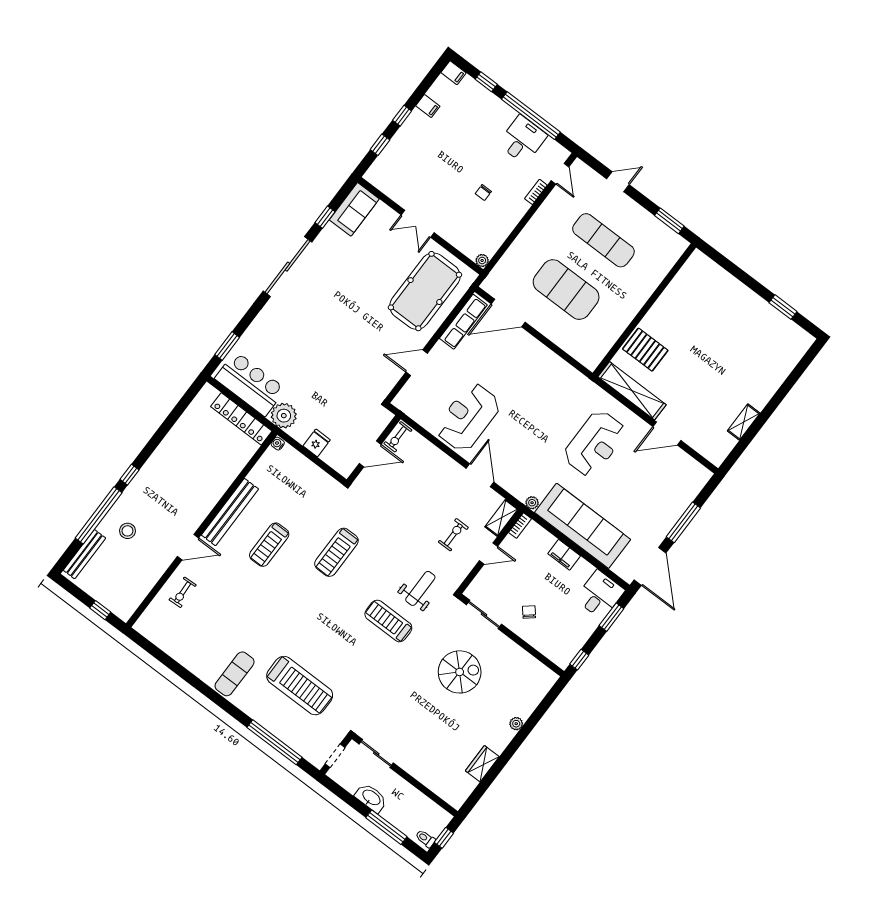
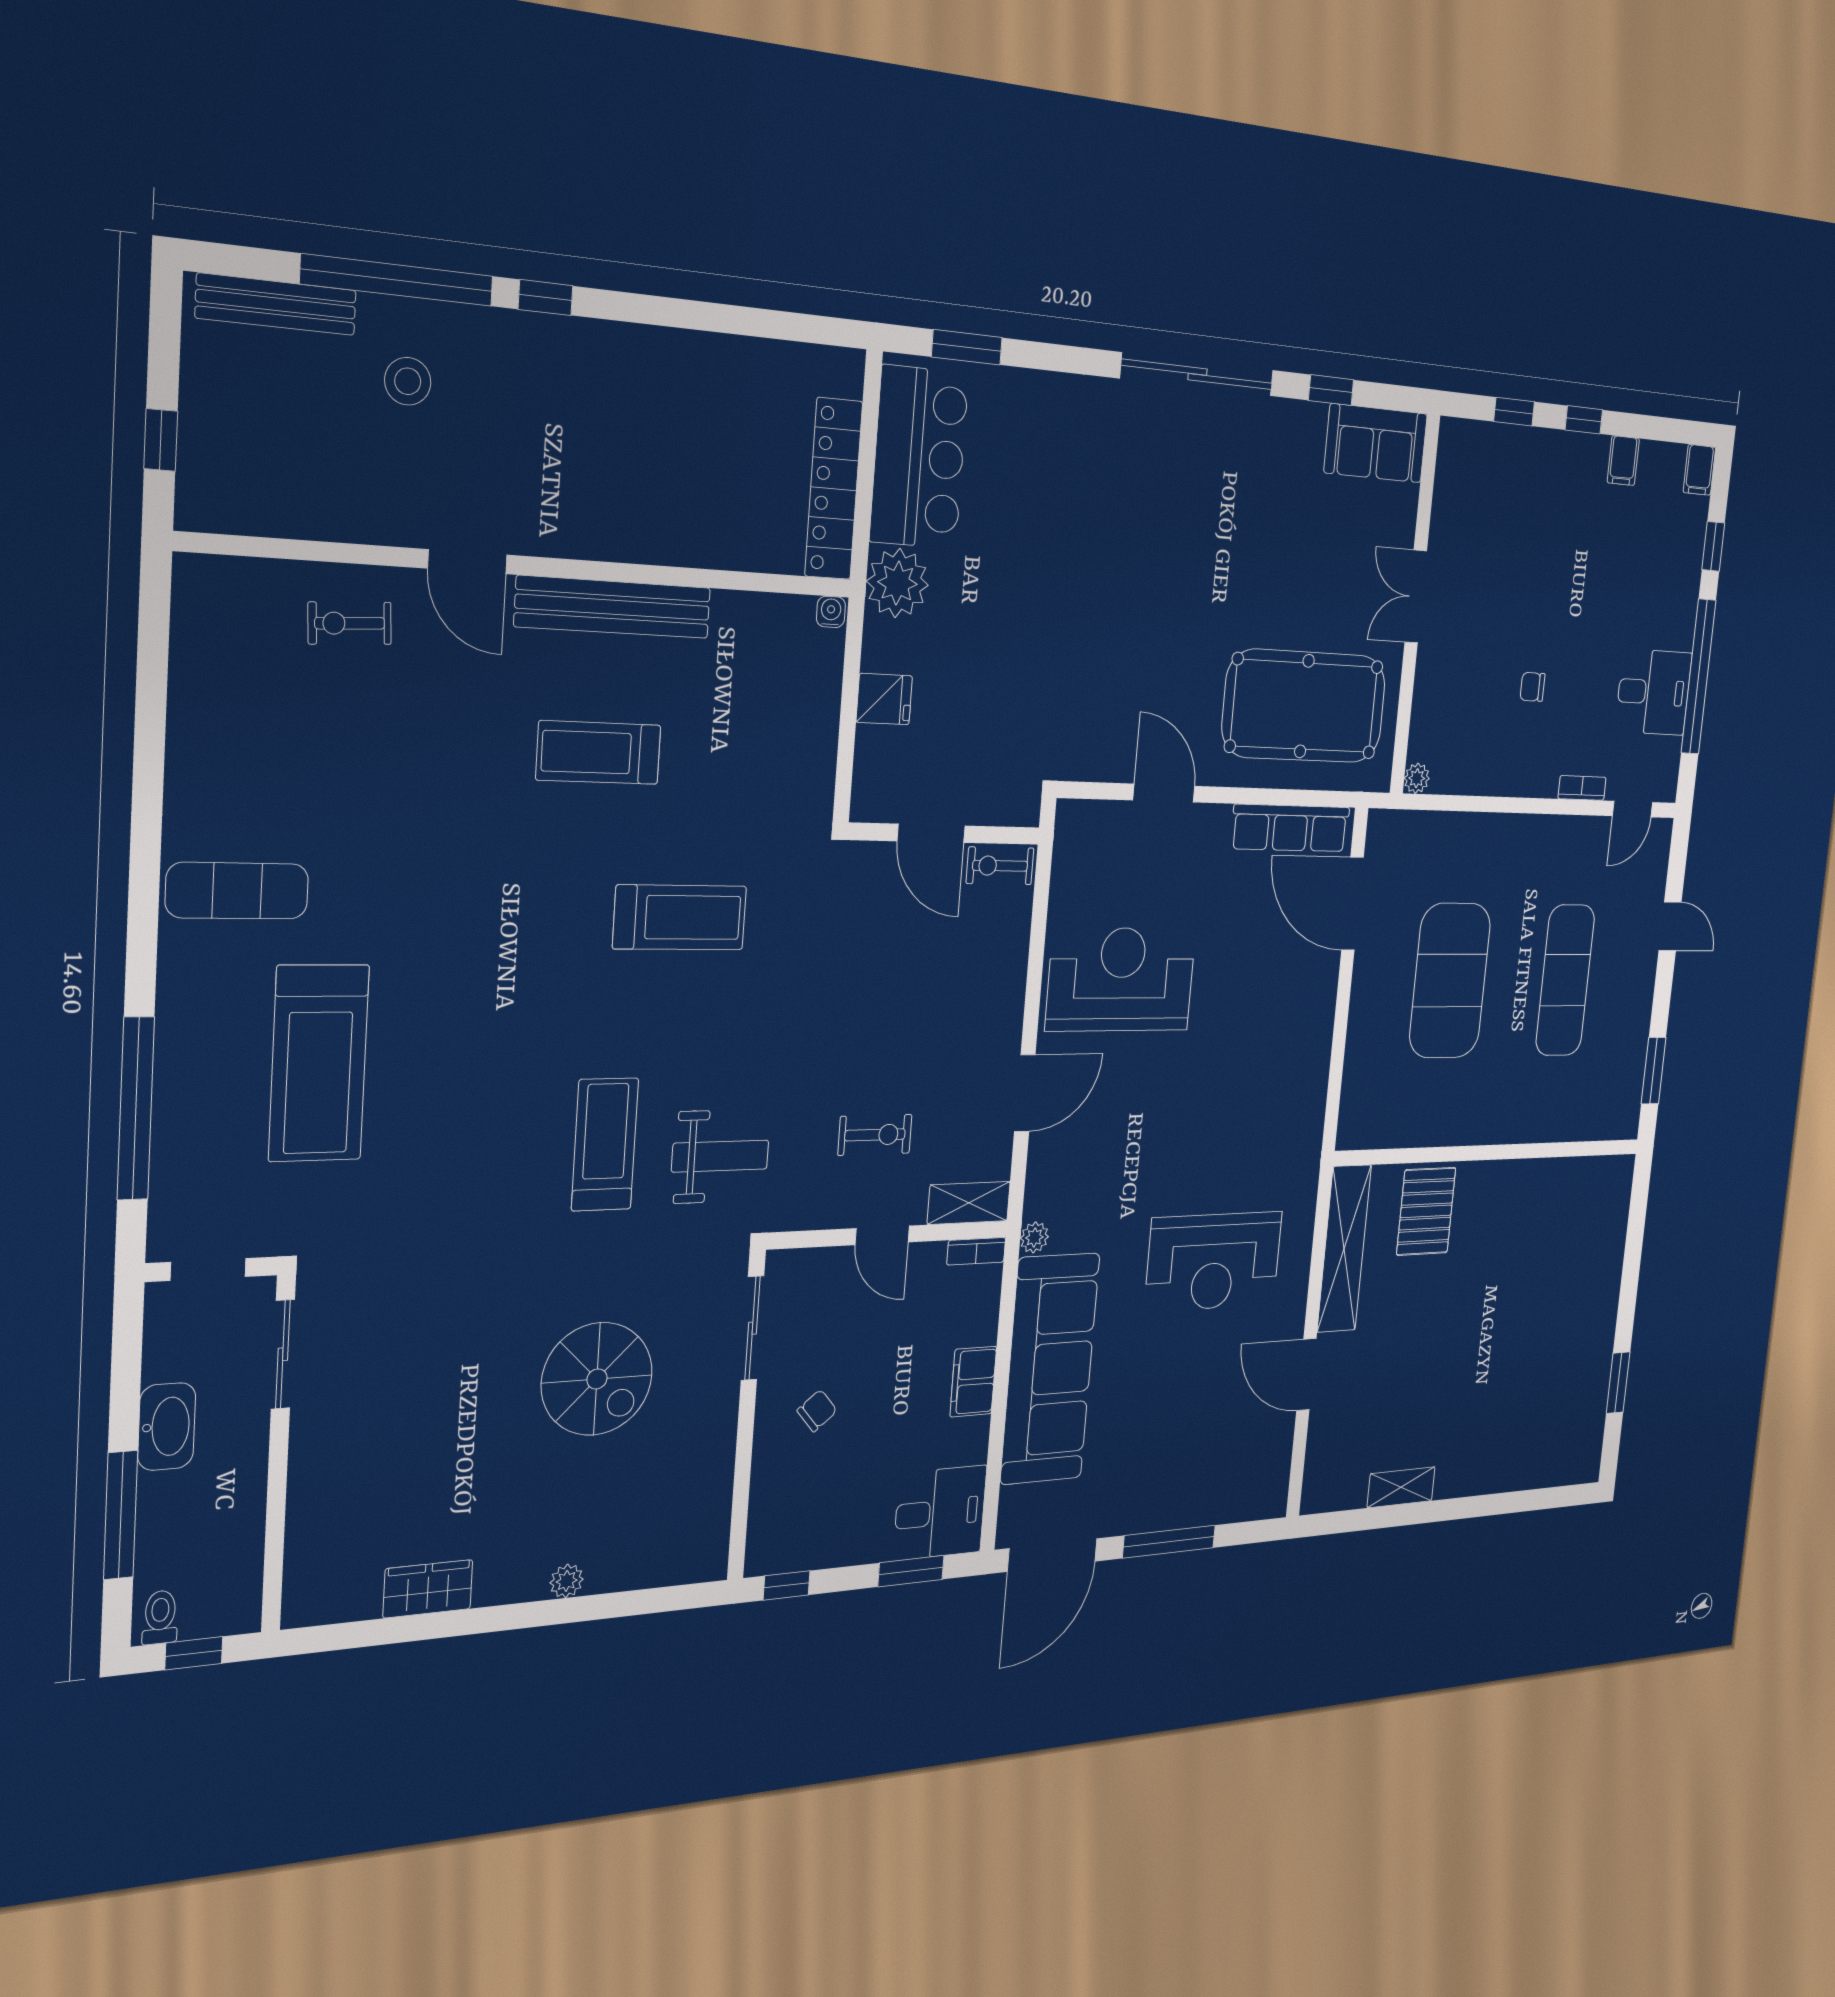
treadmill: (336, 552) -> (680, 917), turned 180

